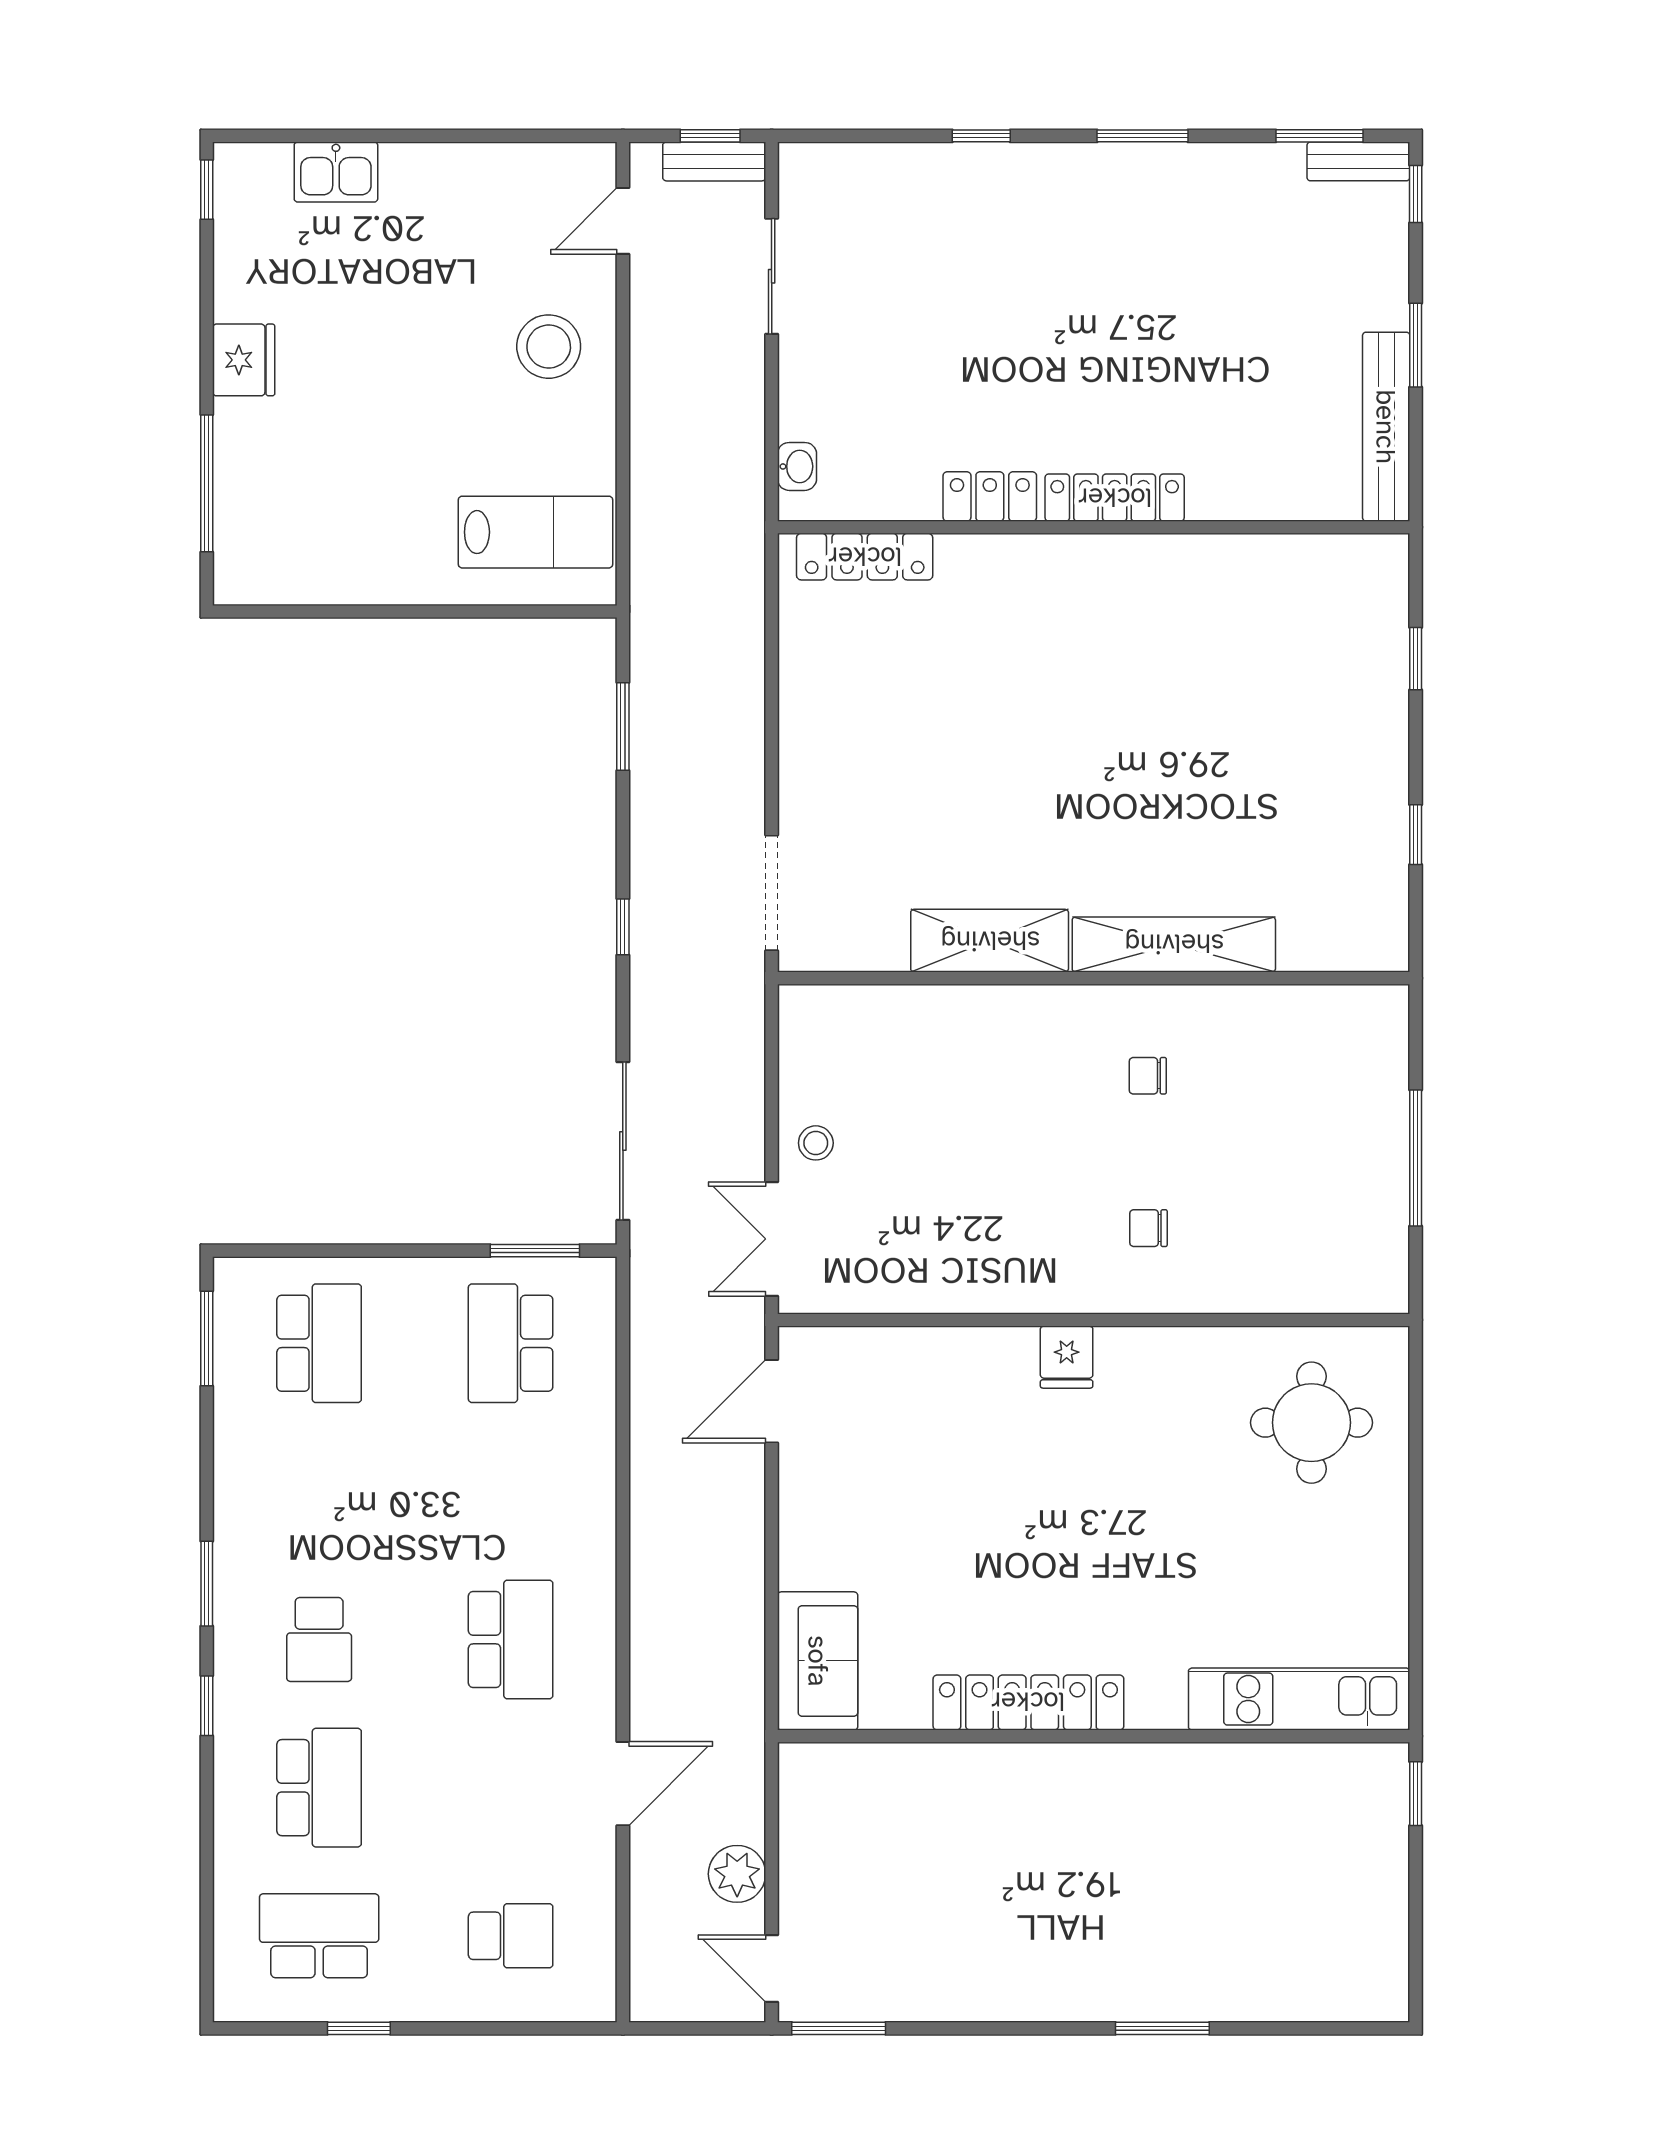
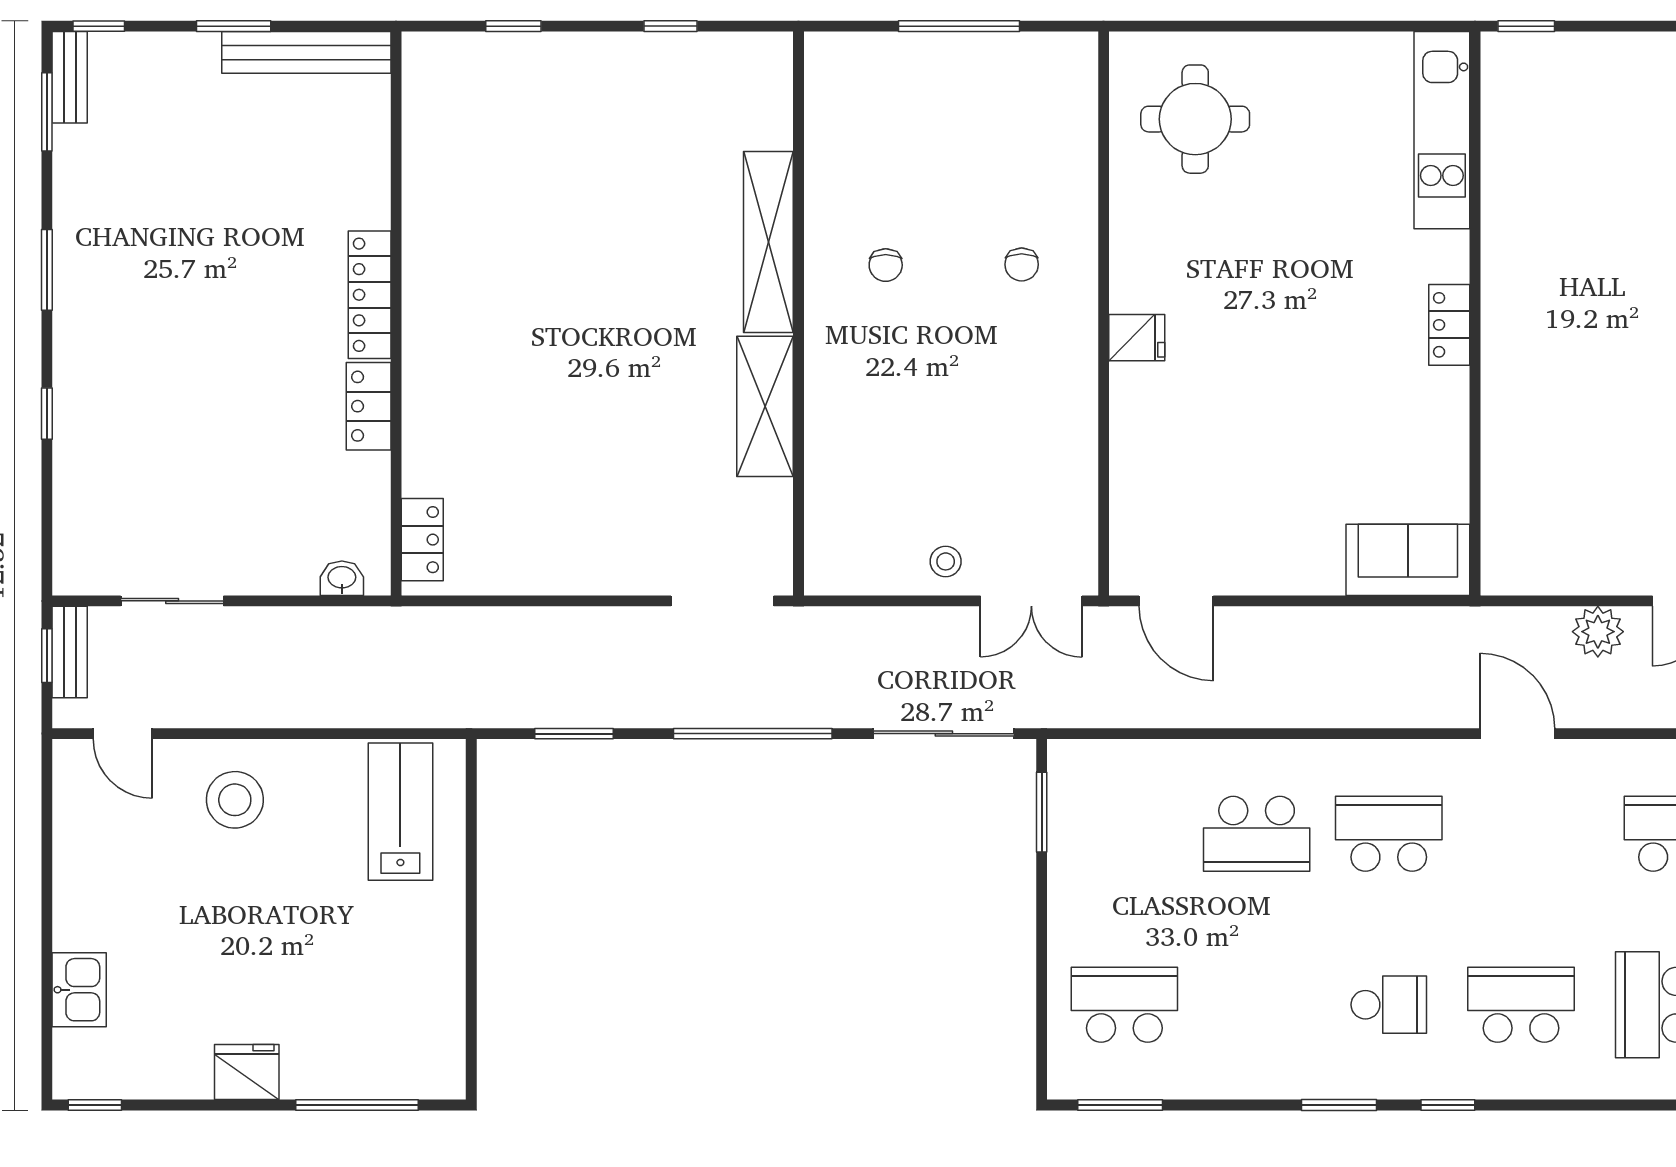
locker: (865, 557) -> (422, 540), width x0.66
window: (623, 927) -> (753, 734), width x3.17
school desk: (511, 1343) -> (1257, 834), moved
locker: (1028, 1702) -> (1449, 325), width x0.46, depth x0.83

